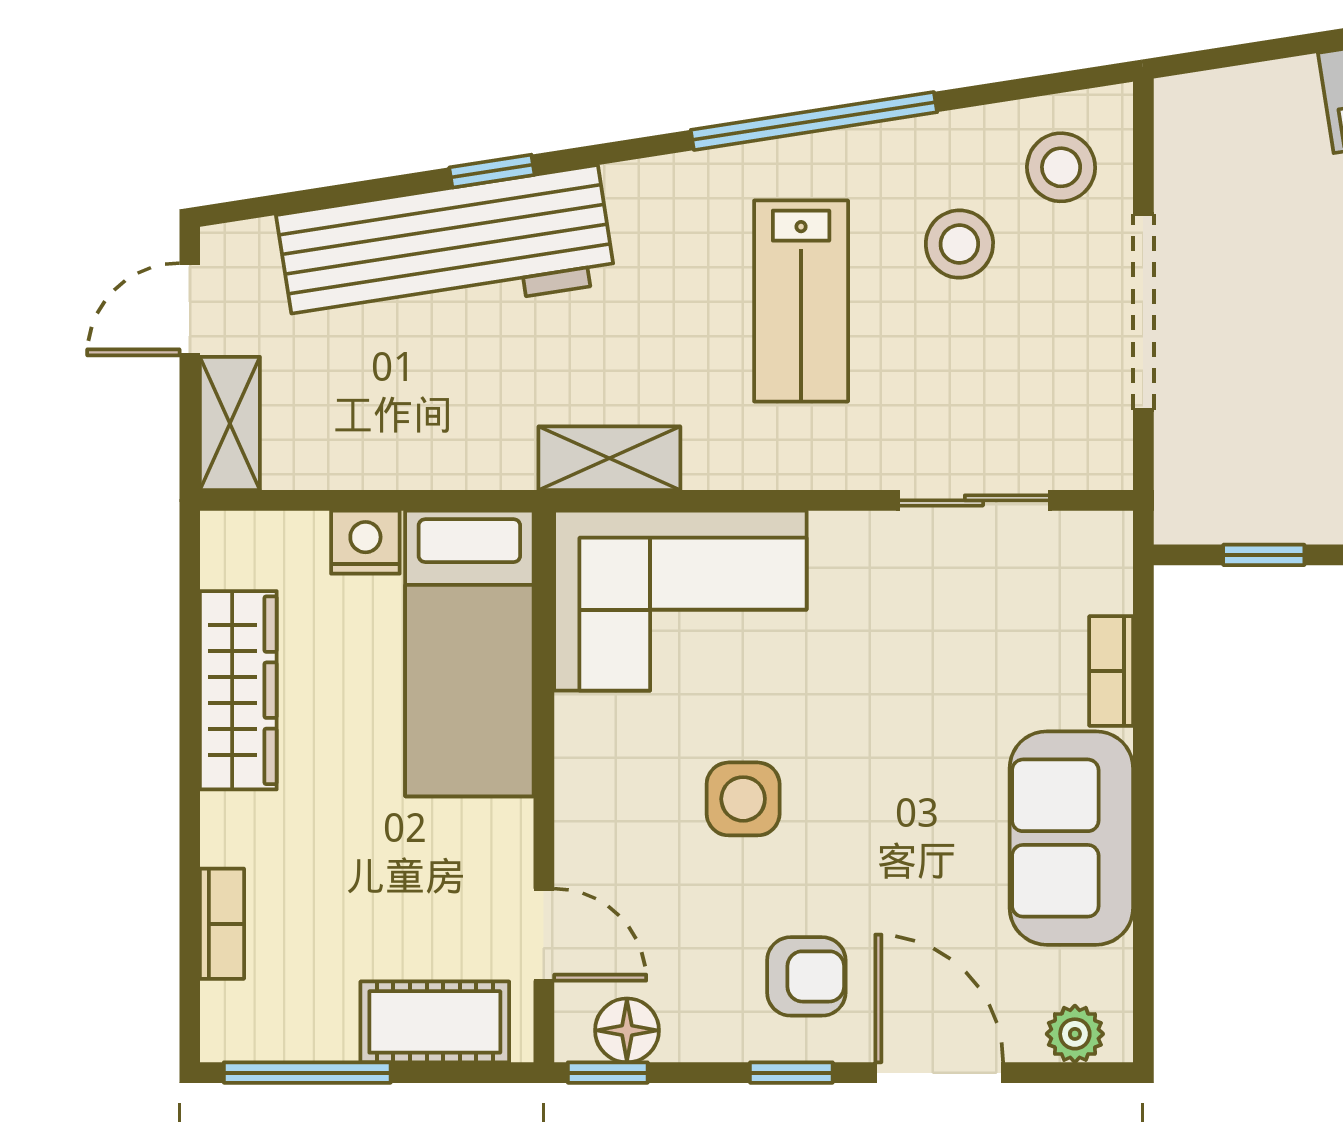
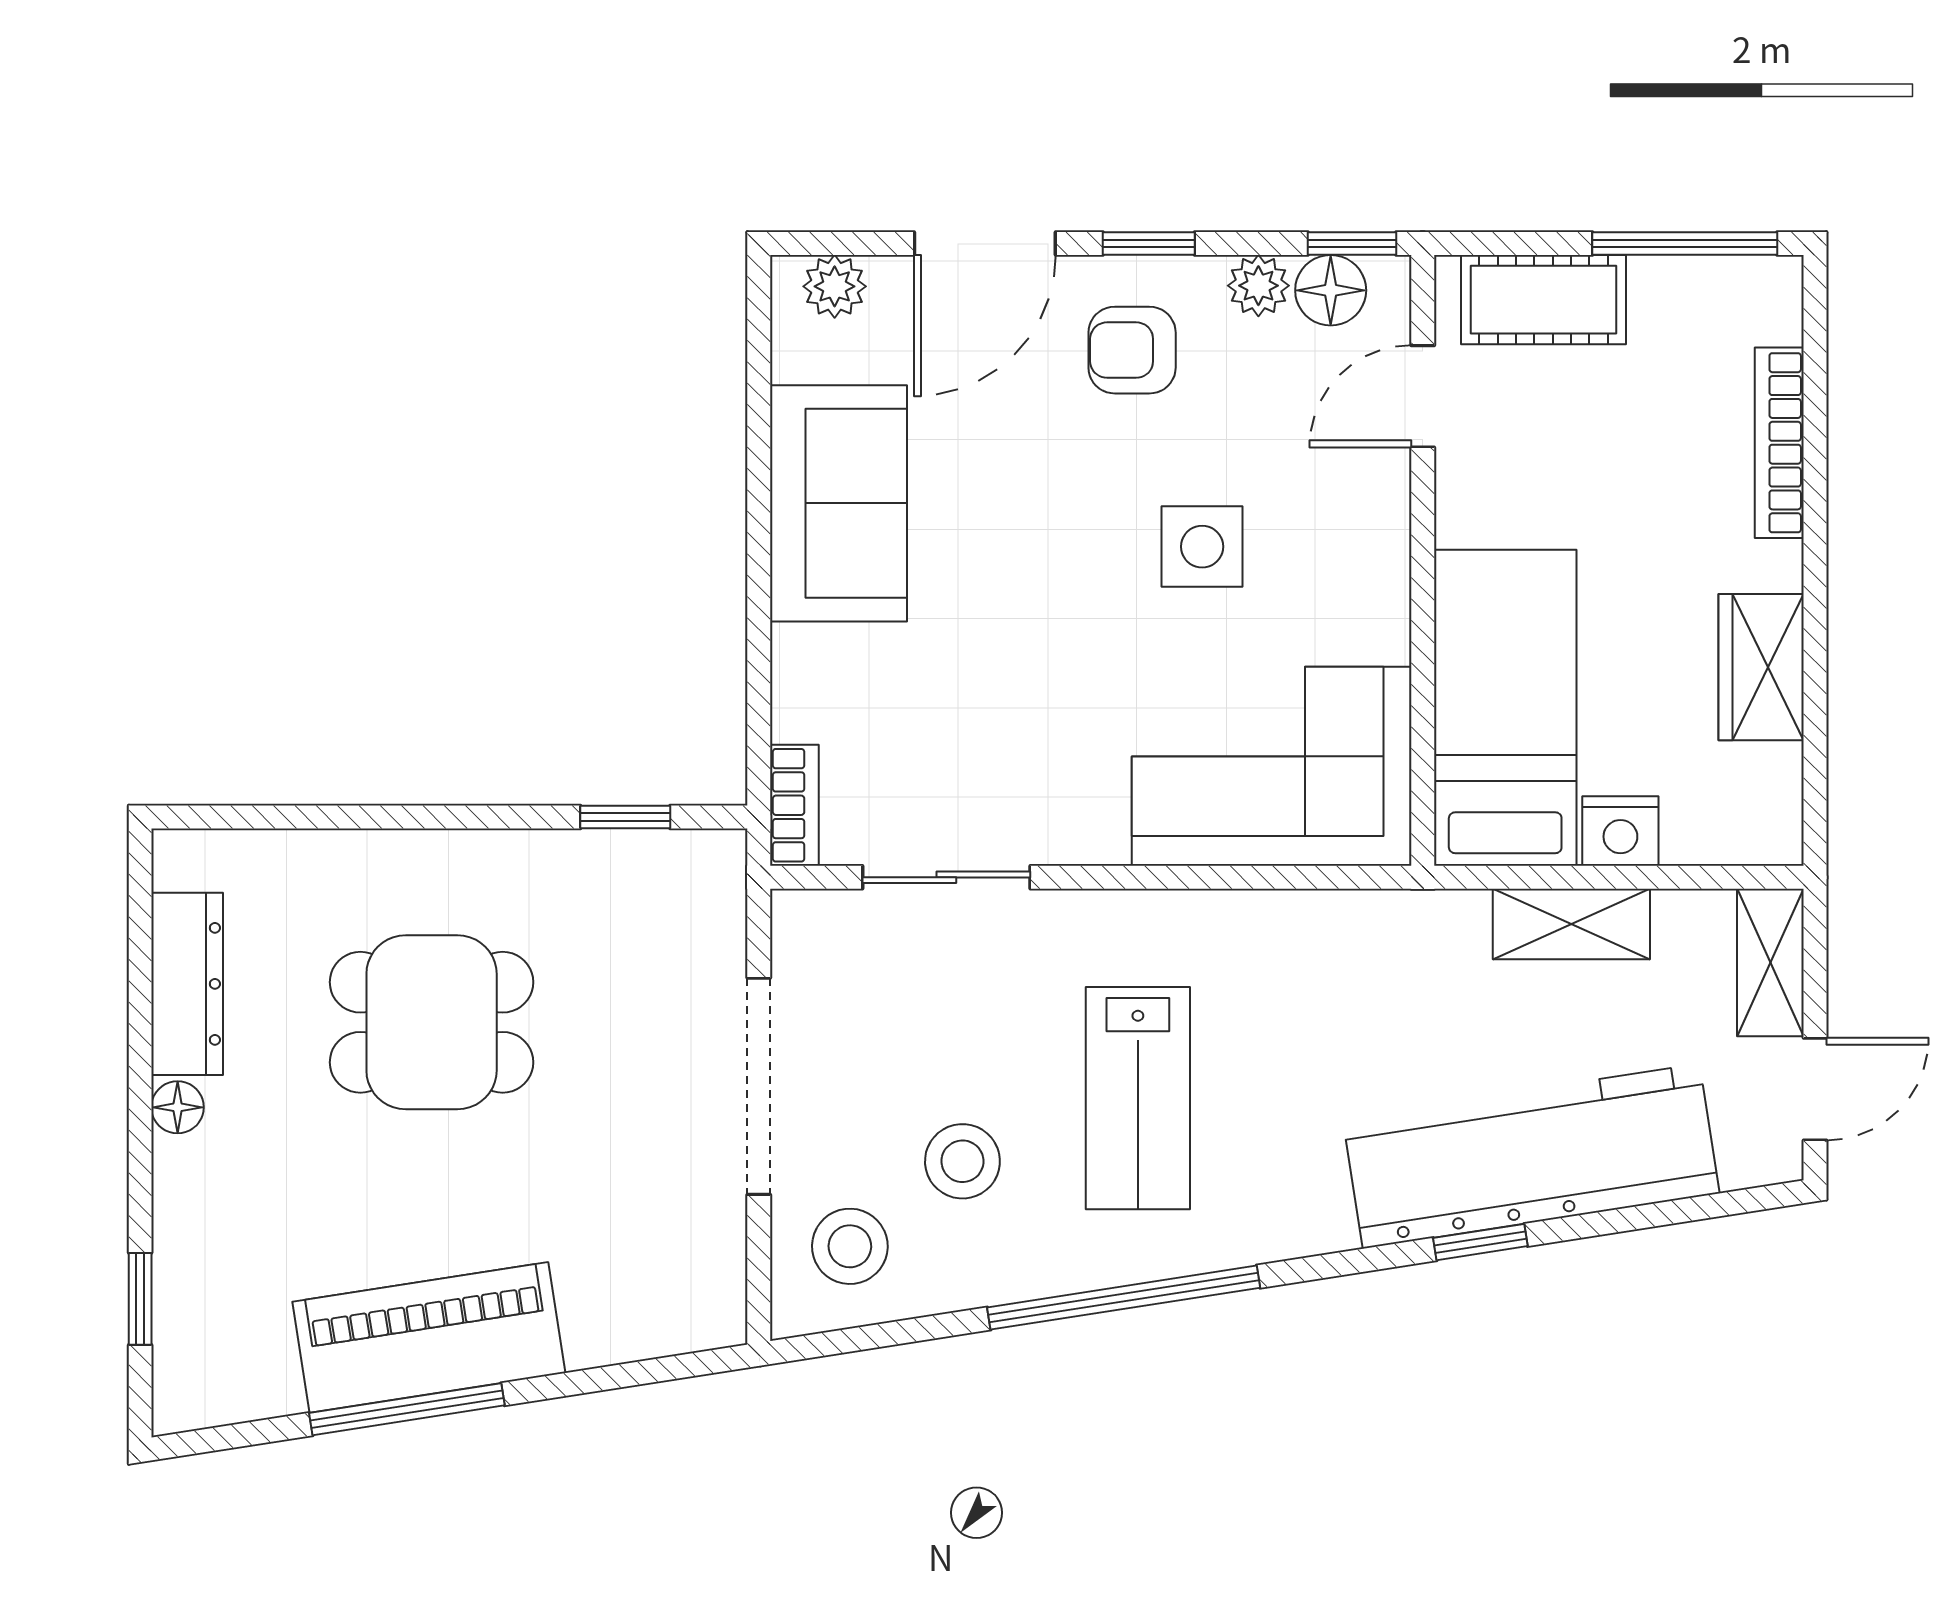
lab bench: (801, 301) -> (1138, 1098), turned 180
shelving: (609, 458) -> (1571, 924), moved
bookcase: (1111, 671) -> (794, 805), moved
wardrobe: (238, 690) -> (1761, 667), width x0.67
bookcase: (222, 924) -> (1779, 443), width x1.56
door: (544, 935) -> (1423, 396), hinge flipped
plant: (692, 1035) -> (1258, 286), added
door: (939, 1073) -> (985, 244), hinge flipped

